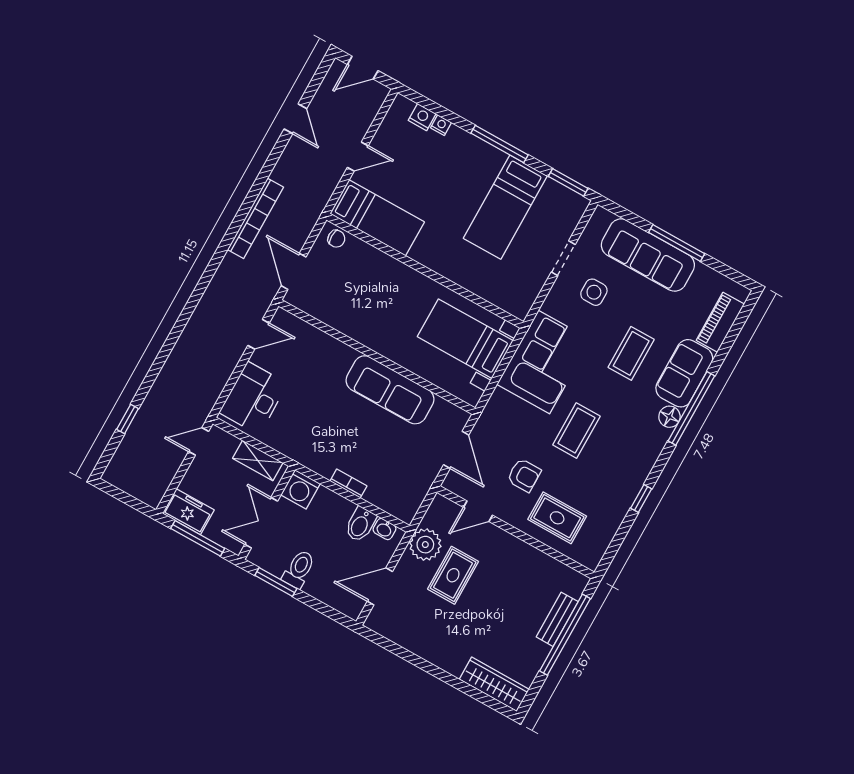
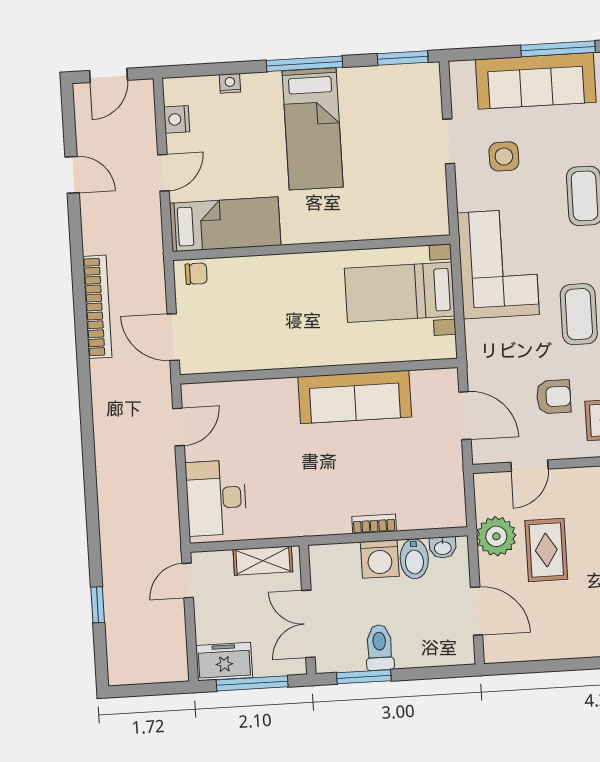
nightstand: (422, 117) -> (177, 119), moved, turned -90
bed: (505, 207) -> (313, 129), moved
washing machine: (301, 489) -> (380, 559), moved
door: (380, 586) -> (477, 611), swing flipped

